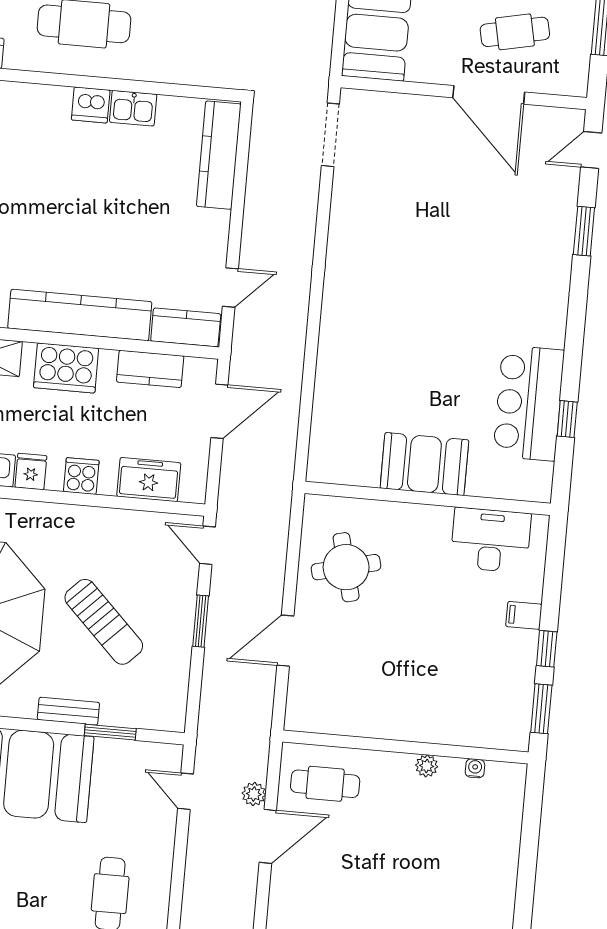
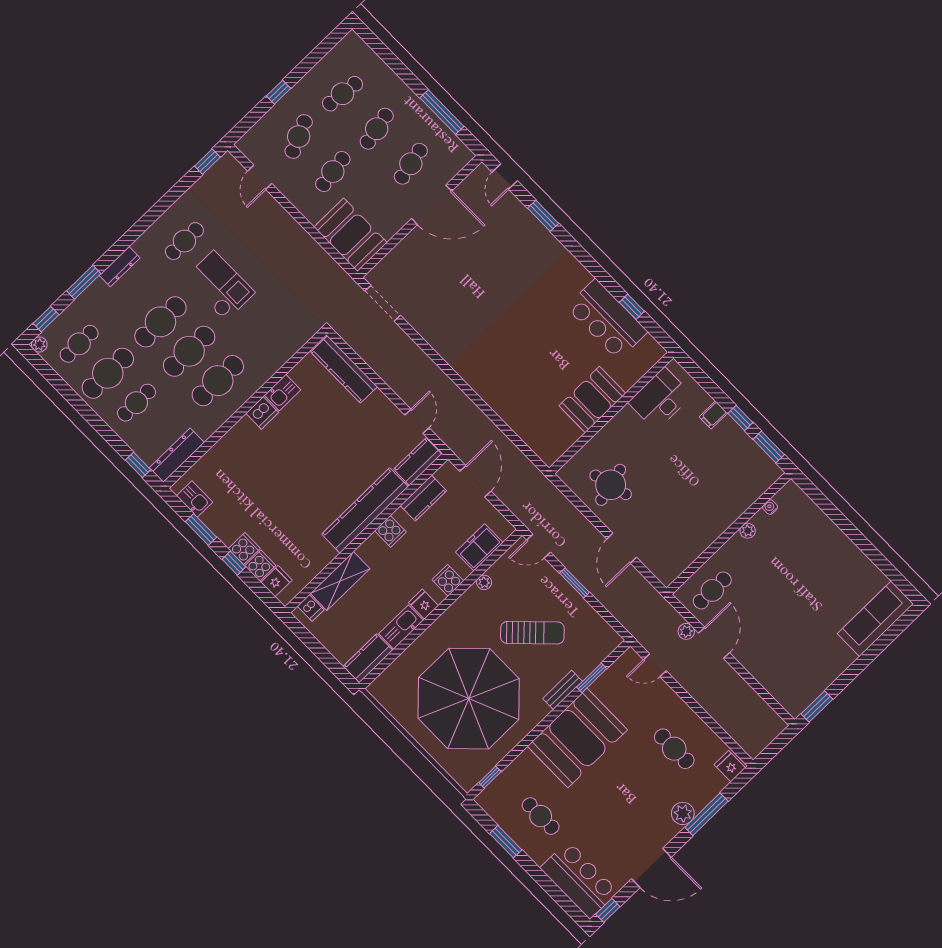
cooker: (66, 368) -> (390, 531), width x0.53, depth x0.76
plant: (114, 519) -> (484, 582), added

